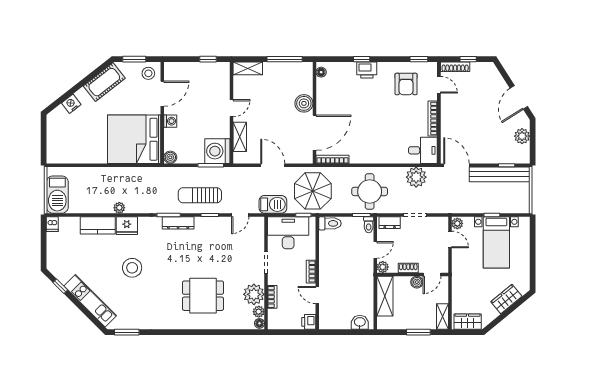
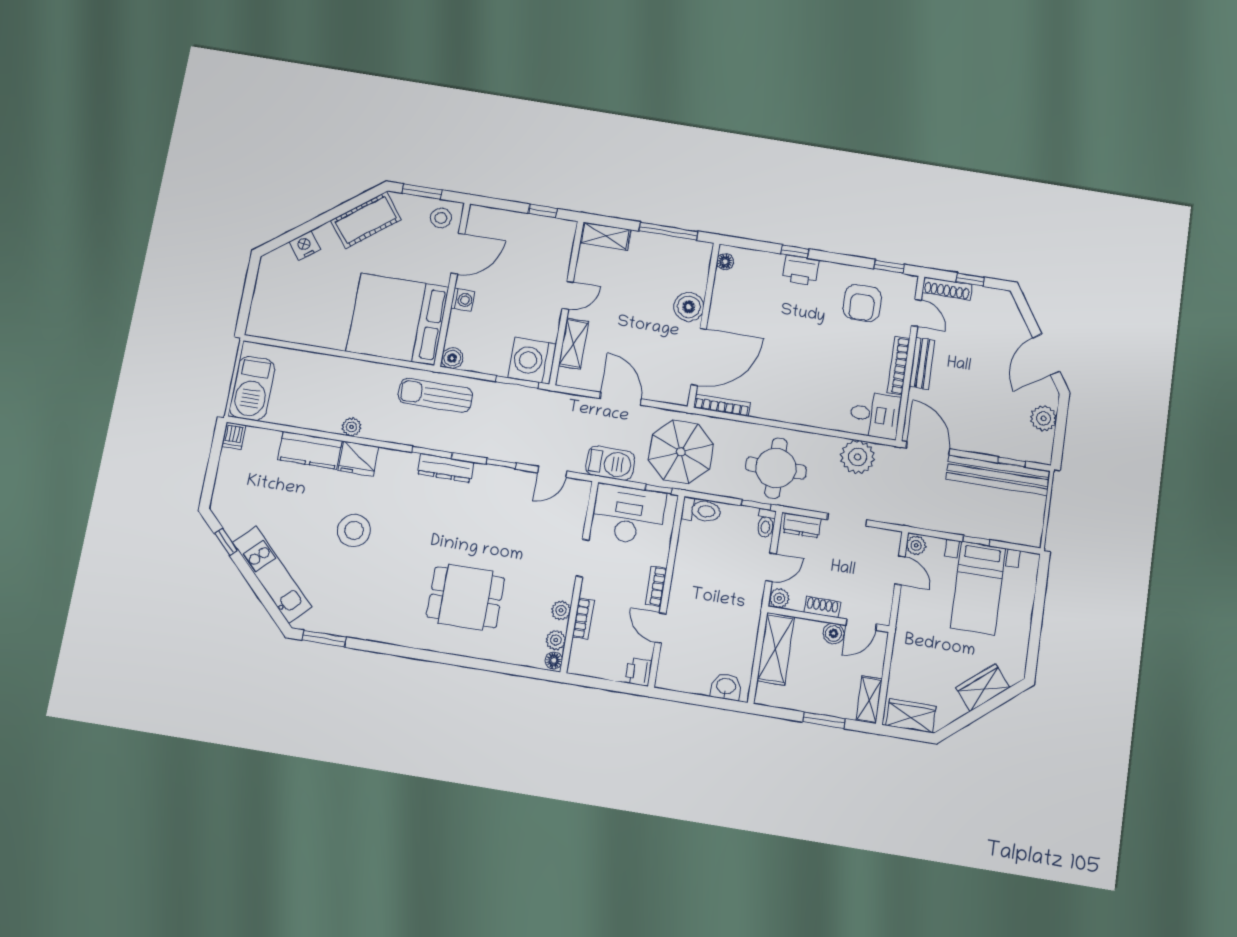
bench: (446, 115) -> (922, 363), added
sun lounger: (200, 195) -> (435, 395), moved
plant: (254, 294) -> (561, 610), width x0.53, depth x0.53

